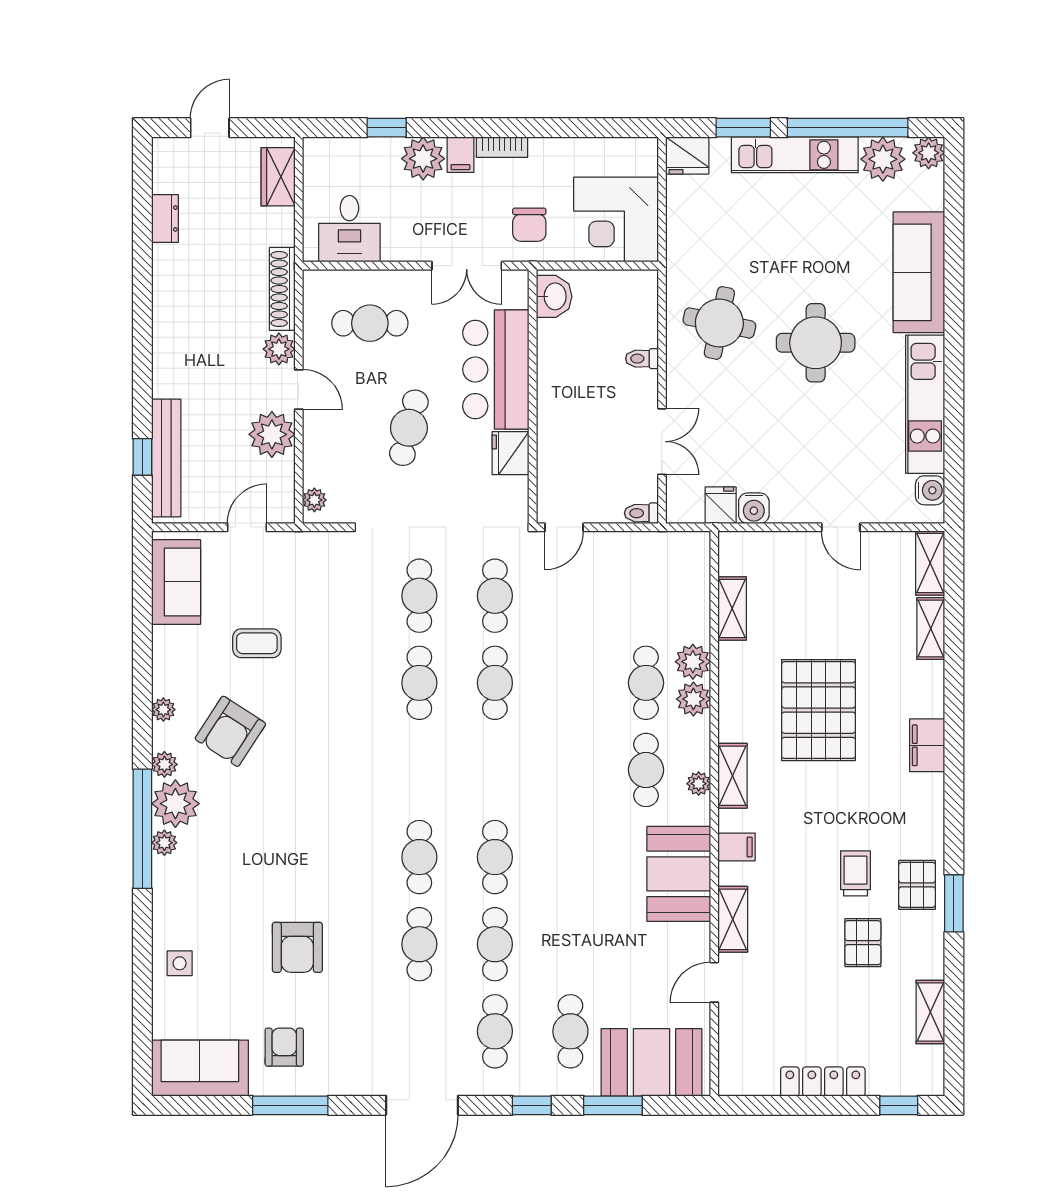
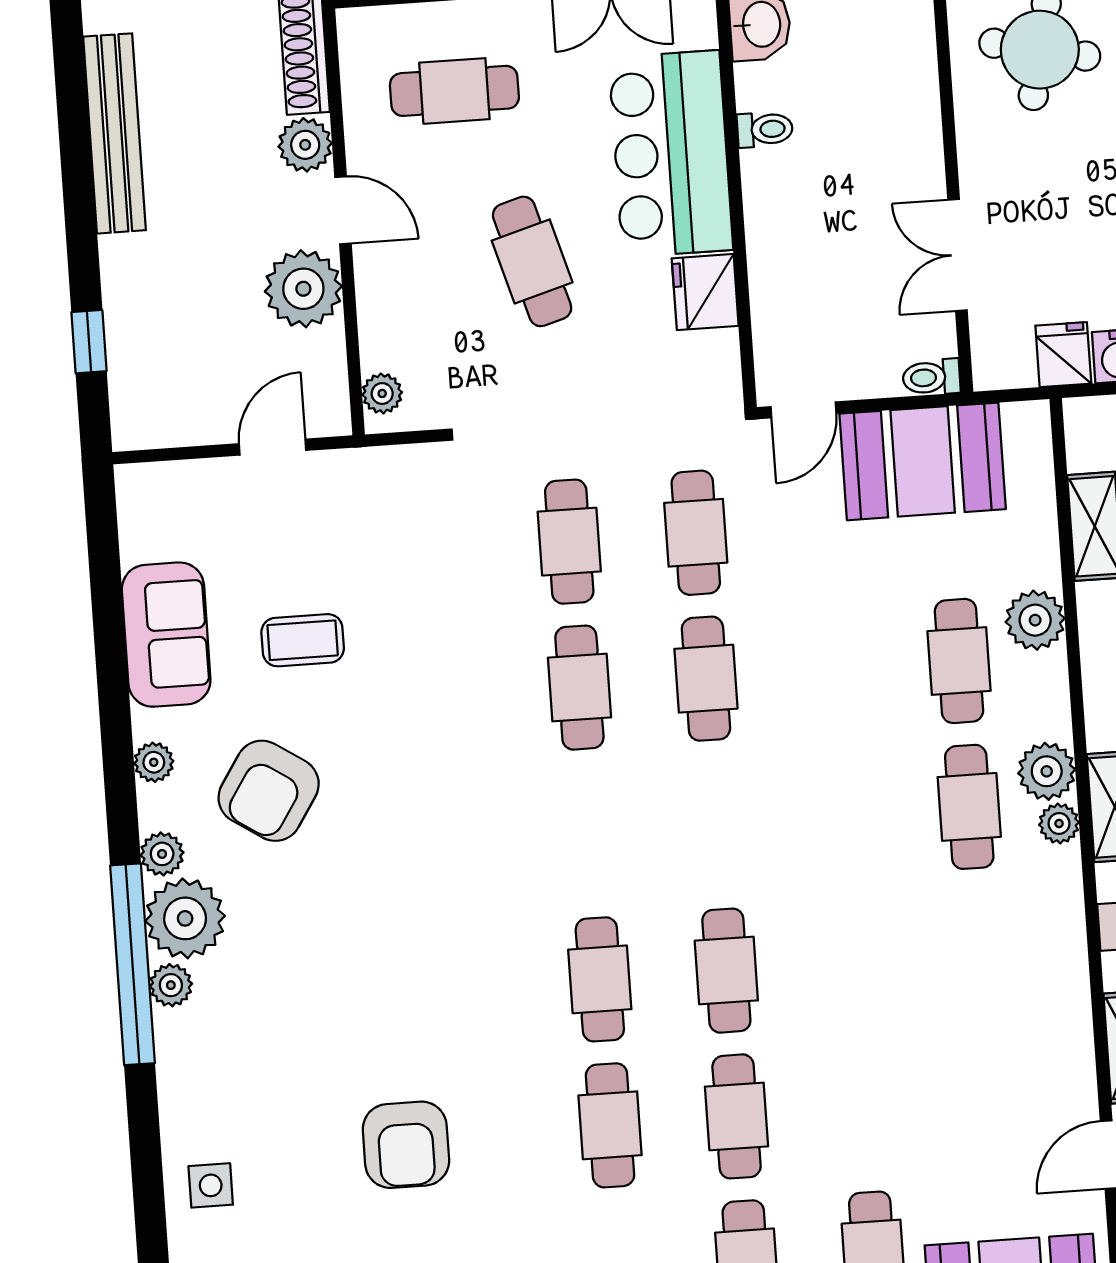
toilet: (642, 359) -> (765, 129), moved, turned 180
cafe table: (409, 428) -> (532, 261), turned -30
double door: (662, 442) -> (958, 255), swing flipped
bench: (166, 458) -> (115, 133), moved
sofa: (176, 582) -> (166, 635), moved
plant: (693, 699) -> (1047, 771), moved
booth: (679, 874) -> (923, 461), moved, turned 90

